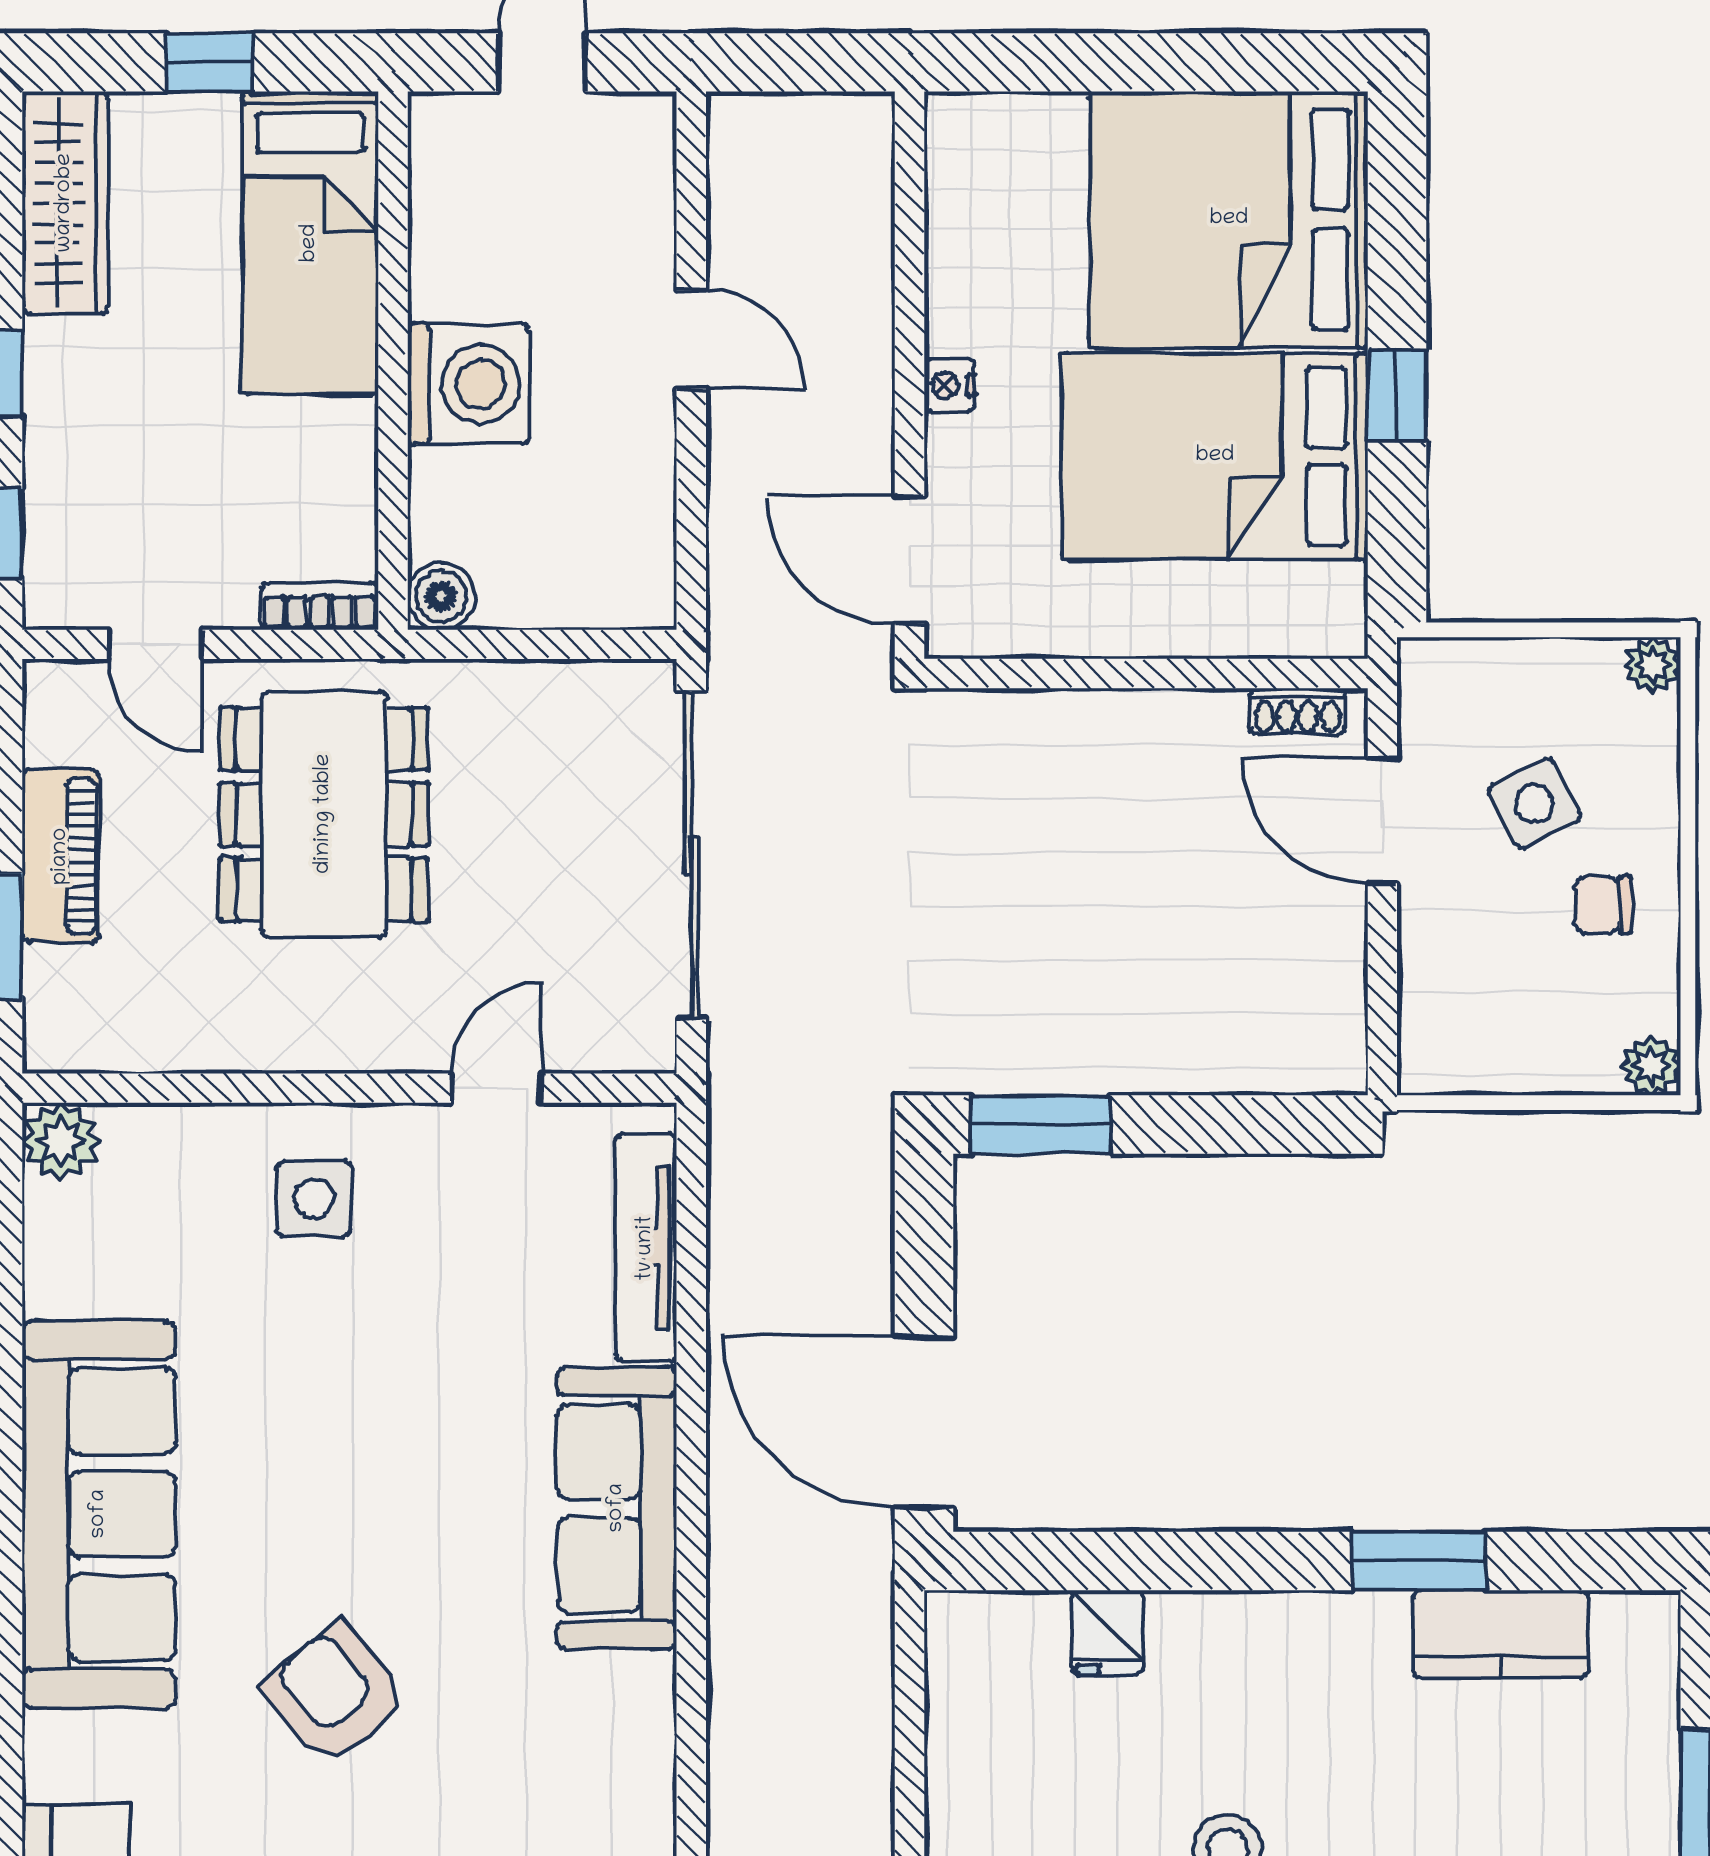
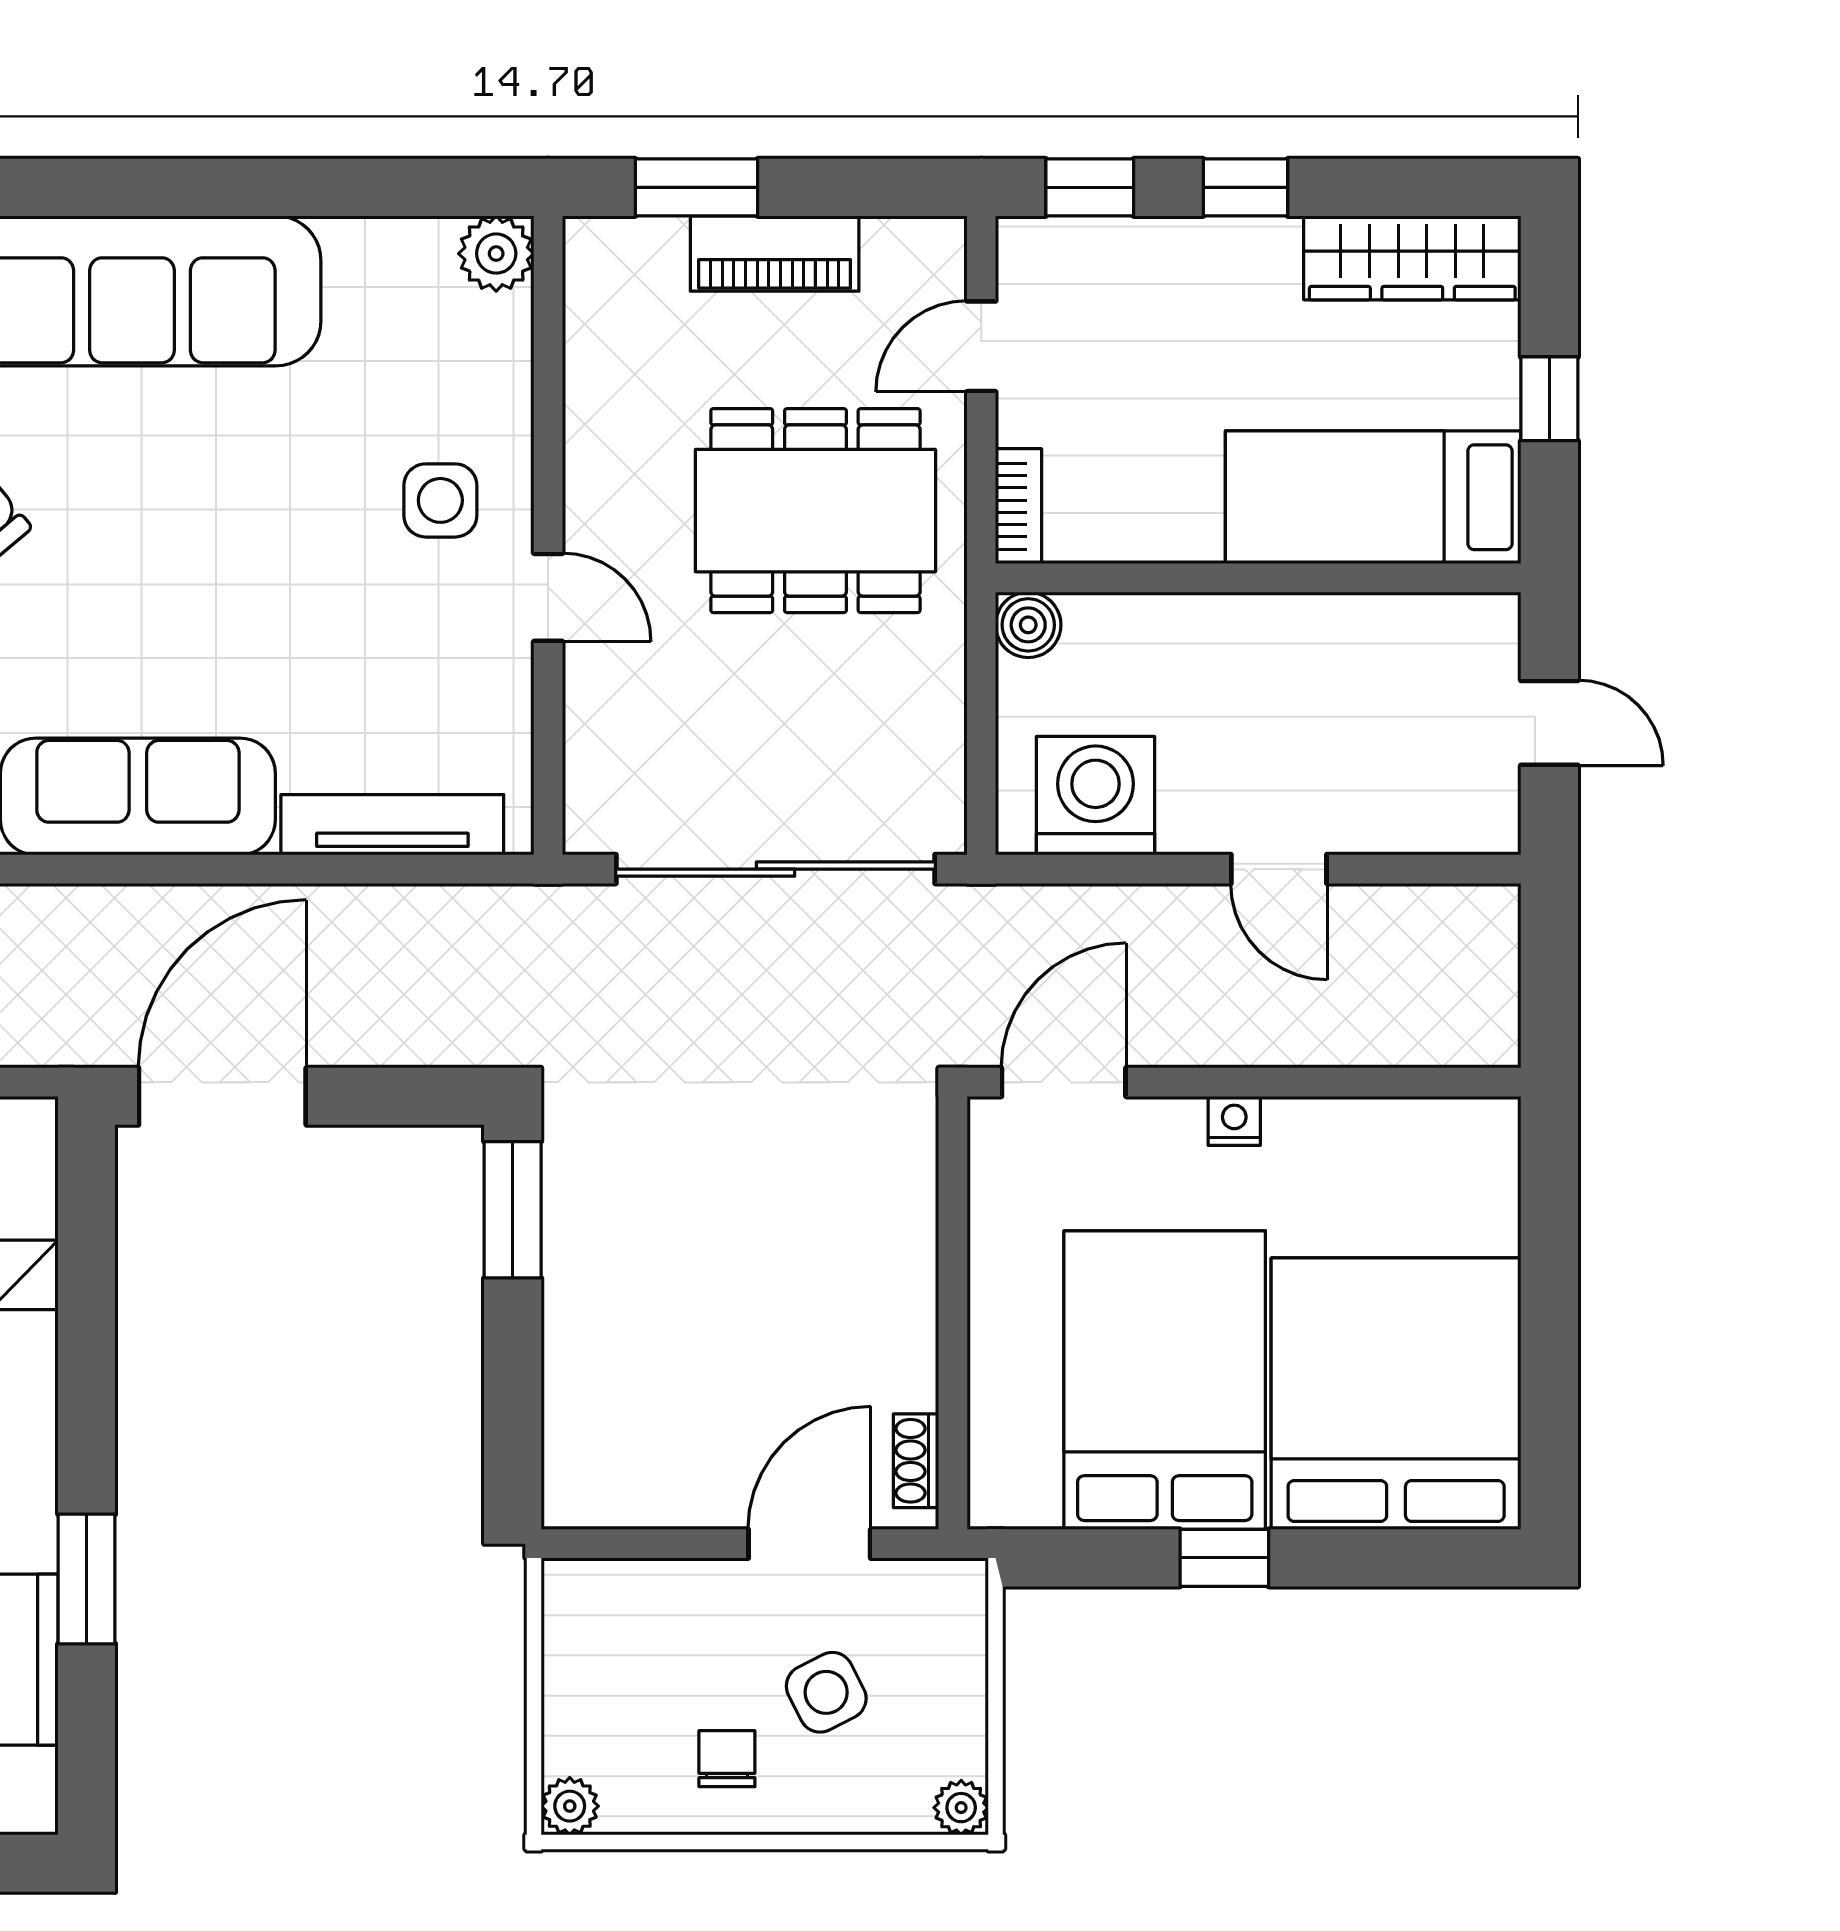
door: (691, 339) -> (1279, 869), hinge flipped
washing machine: (468, 384) -> (1096, 796), moved, turned 180
door: (496, 1088) -> (548, 597), moved

